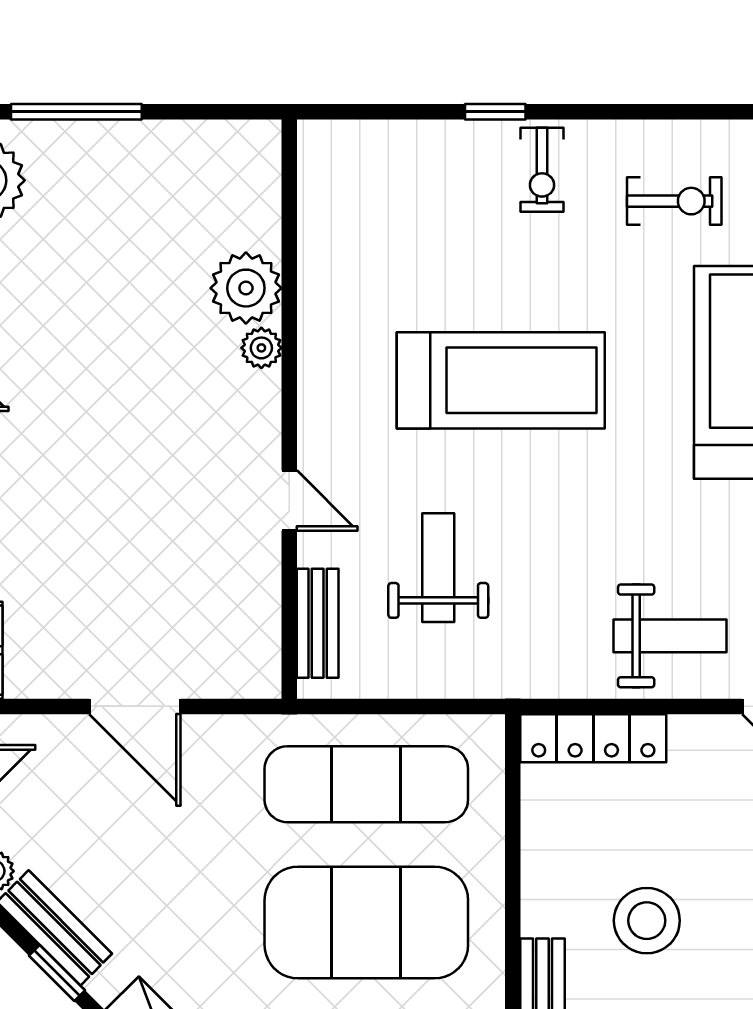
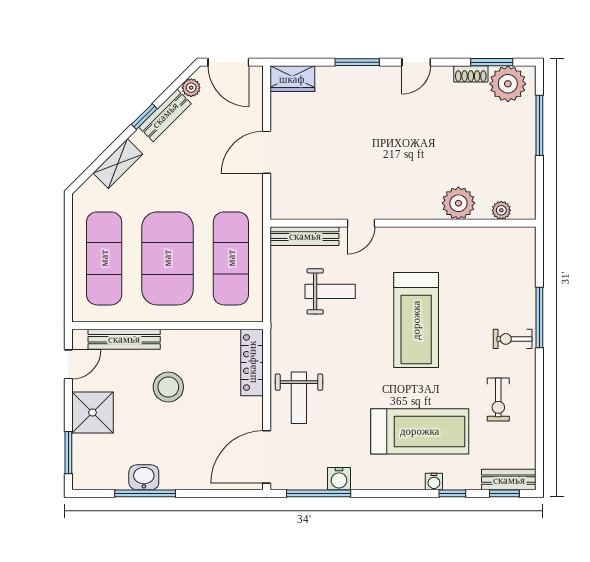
window: (495, 112) -> (539, 318), width x2.17
plant: (261, 348) -> (501, 210), moved
bench: (318, 623) -> (305, 236), width x1.36

